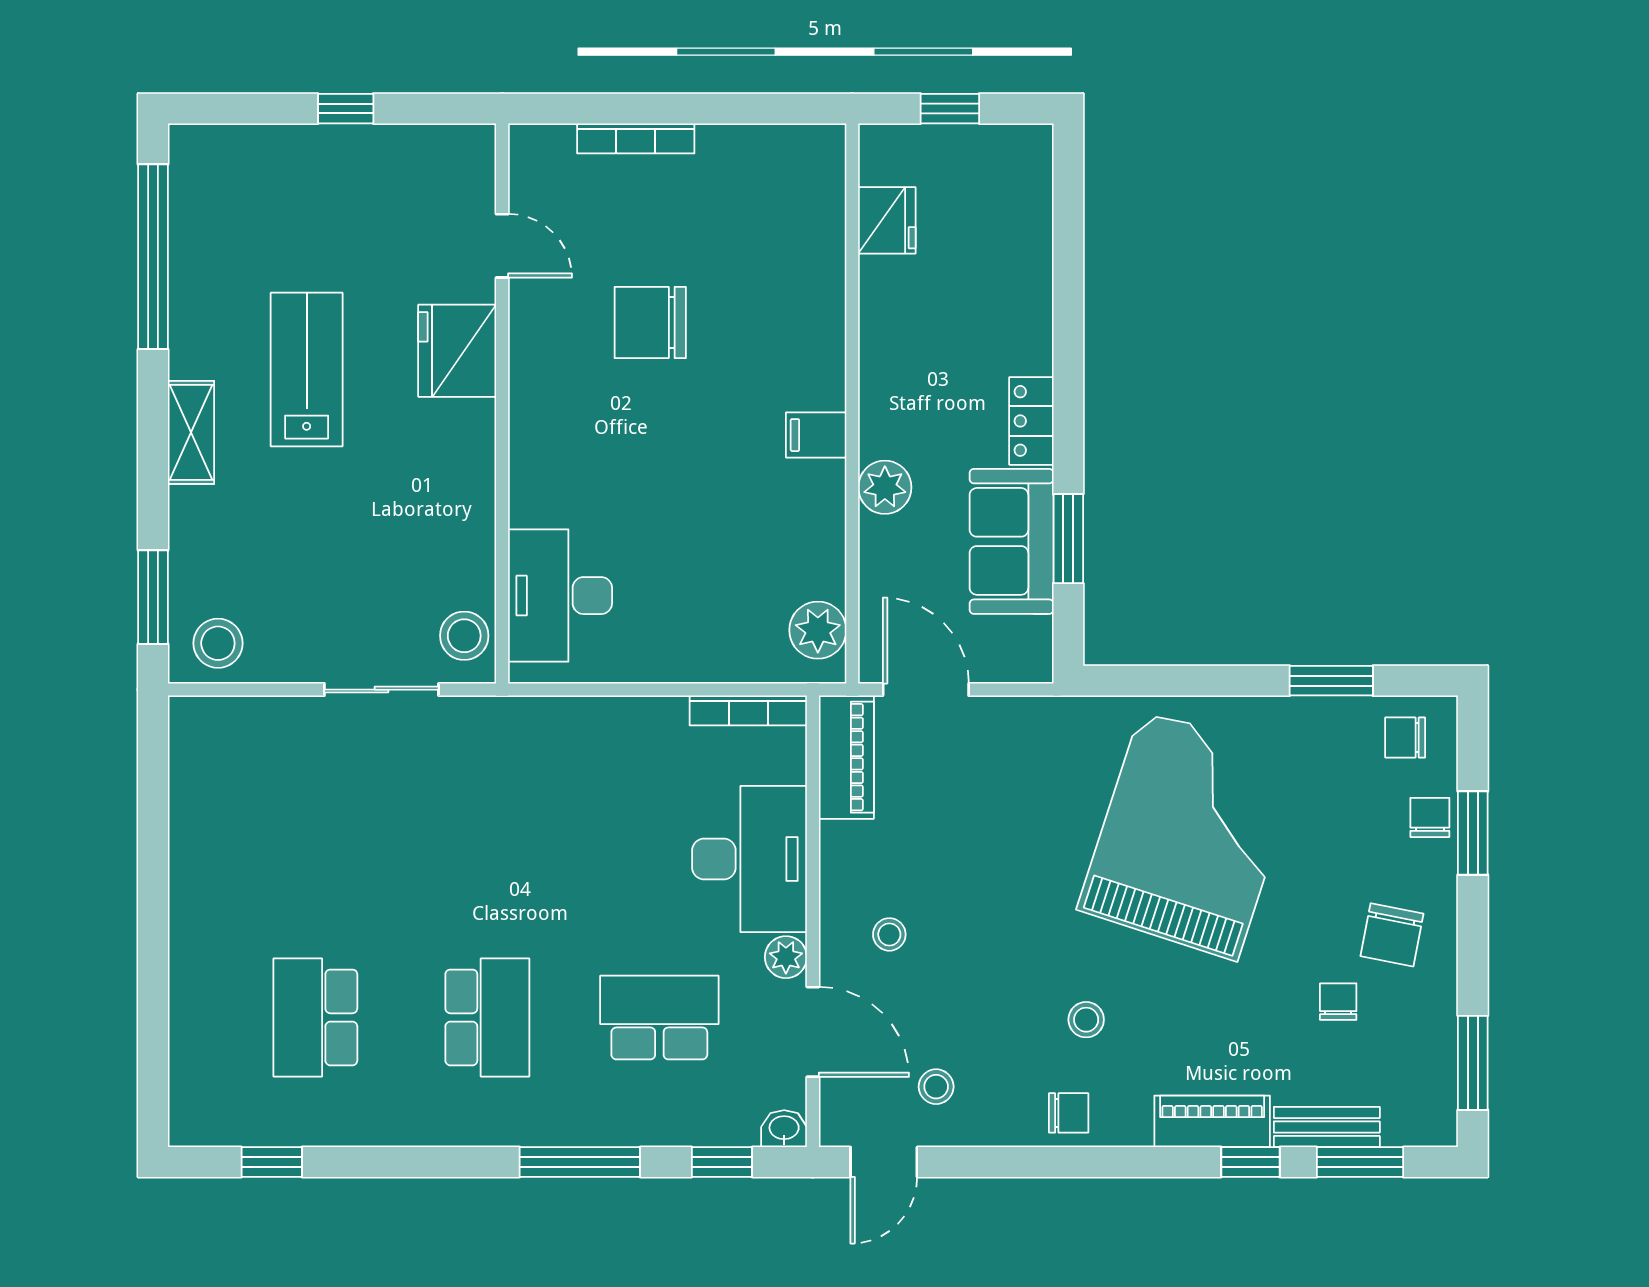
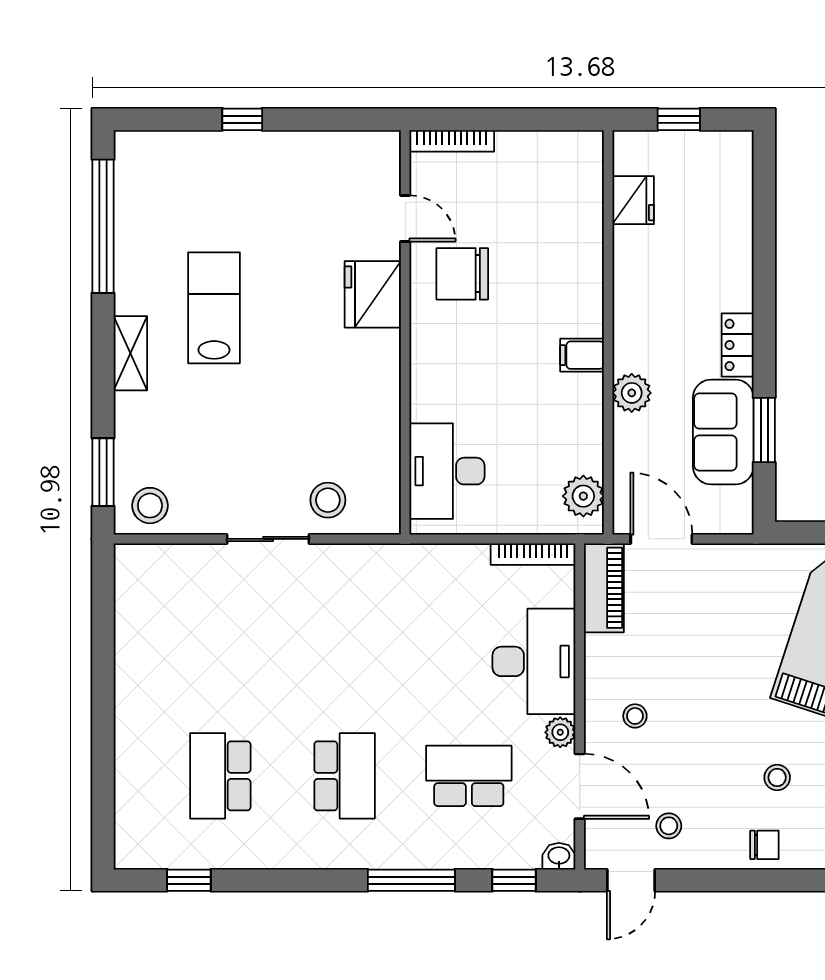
door: (502, 246) -> (405, 218), moved
fridge: (457, 351) -> (373, 294), moved
wall: (502, 403) -> (405, 332), moved
desk: (560, 596) -> (447, 471), moved

